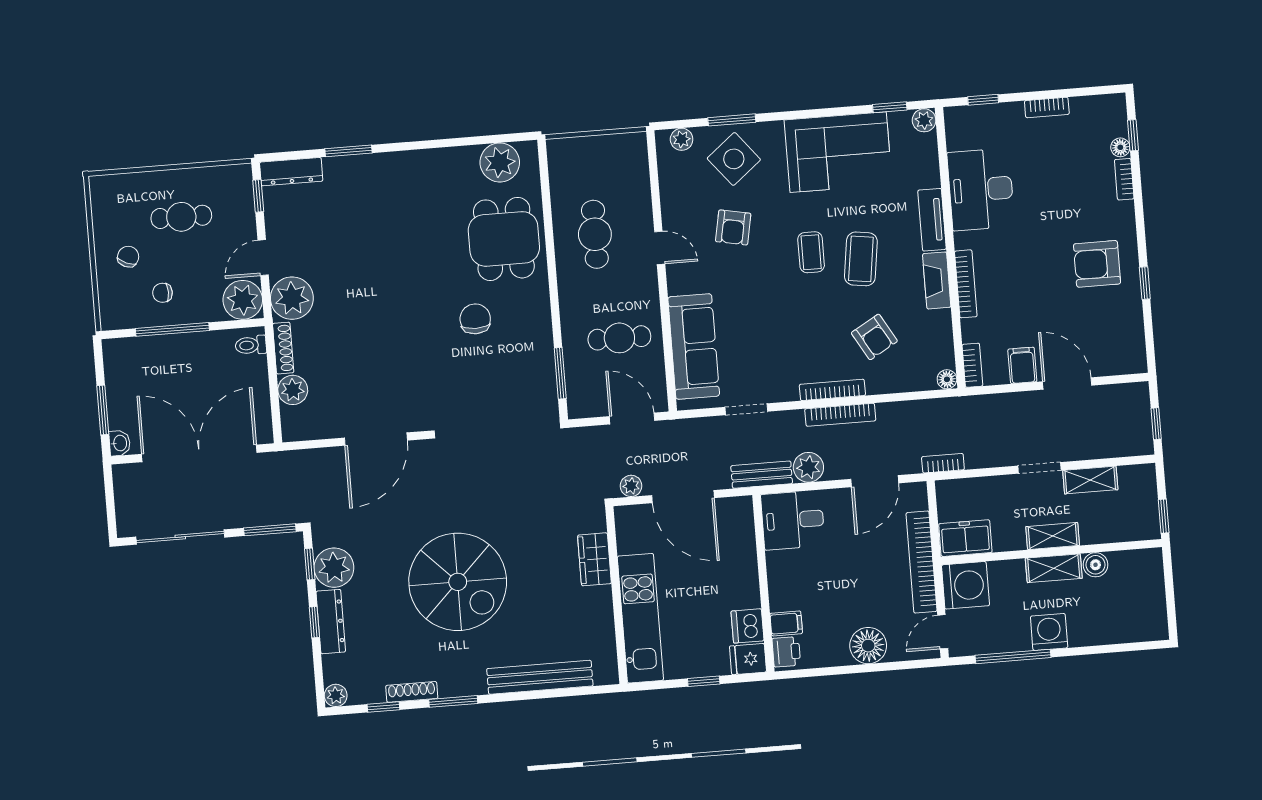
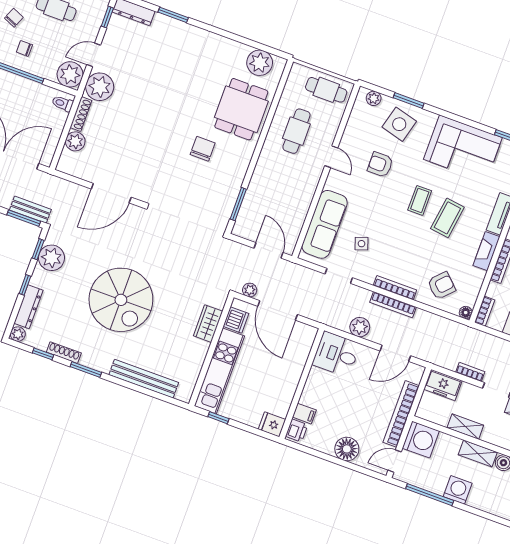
side table: (734, 159) -> (399, 124), turned -36
armchair: (733, 227) -> (380, 165), turned 79
armchair: (874, 337) -> (441, 286), moved, turned -106
cafe table: (619, 338) -> (326, 90), moved
side table: (757, 350) -> (361, 244), added
bookcase: (943, 463) -> (470, 372), moved
bench: (762, 475) -> (30, 210), moved
shelving: (1053, 536) -> (465, 427), moved
freezer: (965, 538) -> (443, 385), moved, turned 180
dresser: (331, 622) -> (28, 307), moved
dishwasher: (747, 626) -> (236, 320), moved, turned 180
window: (704, 681) -> (218, 418), moved

